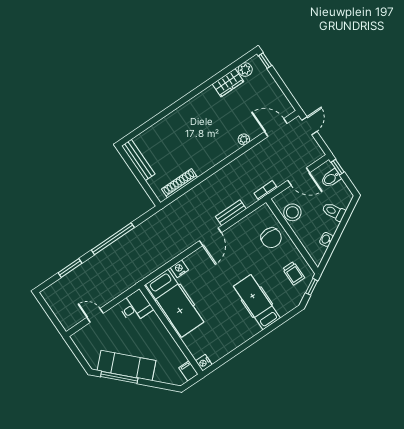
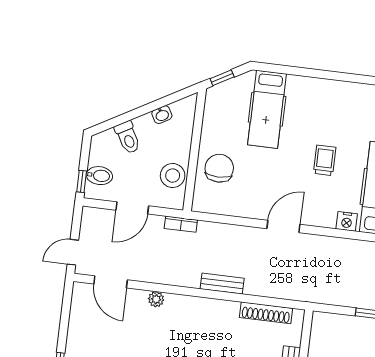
door: (299, 177) -> (132, 208), swing flipped
bench: (231, 213) -> (222, 284), moved
trolley: (294, 273) -> (325, 160), moved
hospital bed: (257, 302) -> (267, 109), moved

